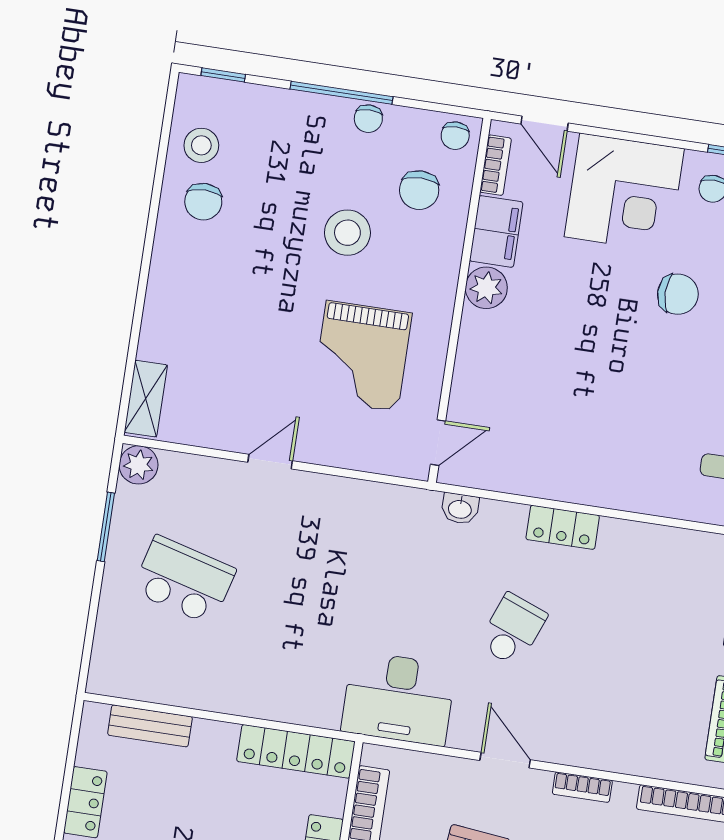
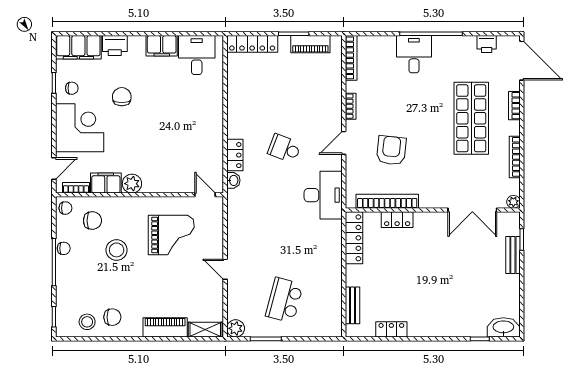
piano: (164, 312) -> (165, 327), added
locker: (563, 527) -> (235, 155), moved

